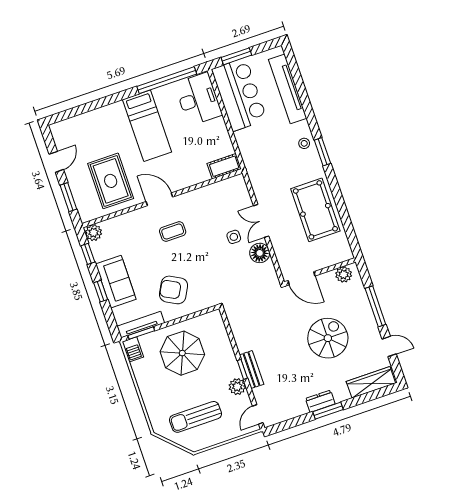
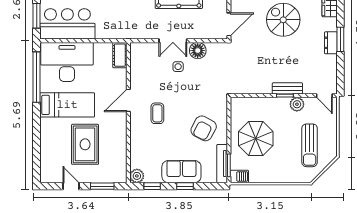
desk: (198, 99) -> (67, 62), width x1.36, depth x1.30
rug: (111, 181) -> (85, 144), moved, turned 90
door: (159, 199) -> (128, 100), moved

